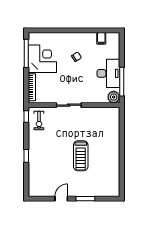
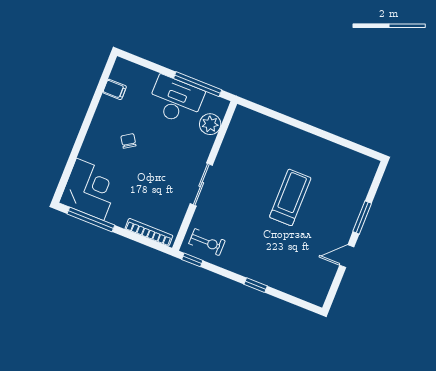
corner desk: (42, 59) -> (90, 189), moved, turned 90
plant: (114, 97) -> (210, 124), moved
treadmill: (81, 156) -> (290, 197), turned -90
door: (61, 199) -> (347, 256), hinge flipped

